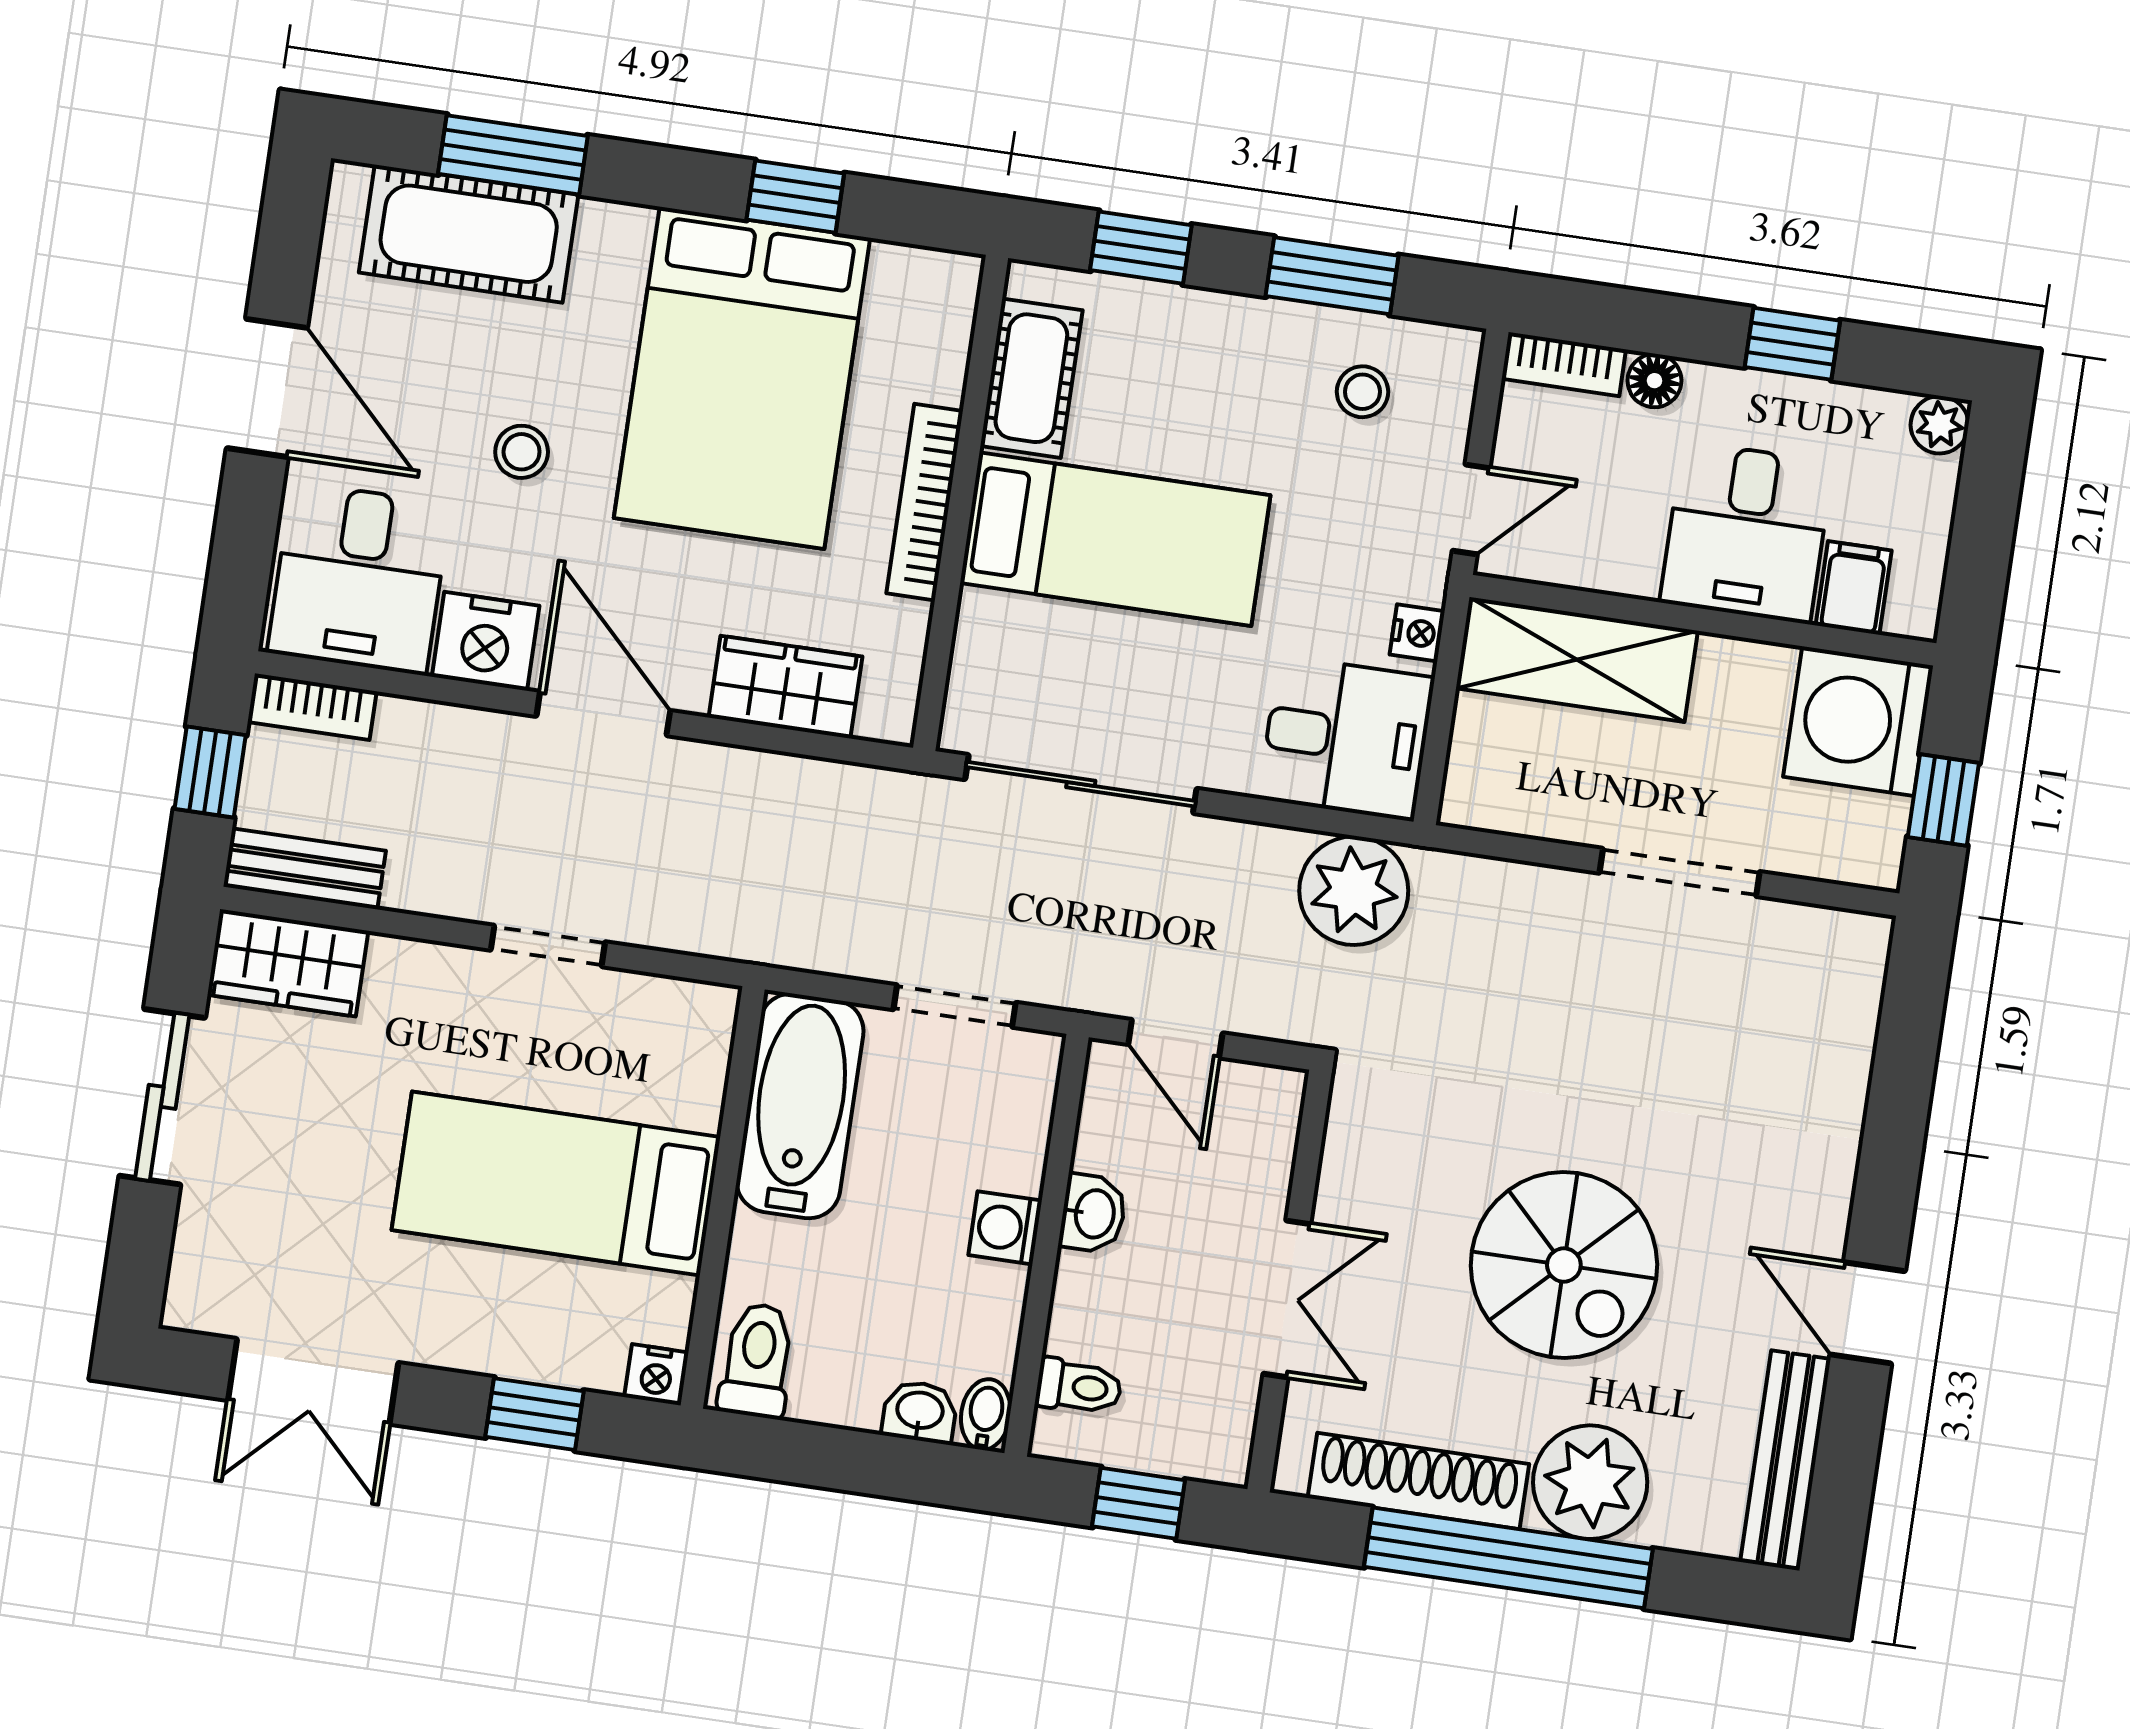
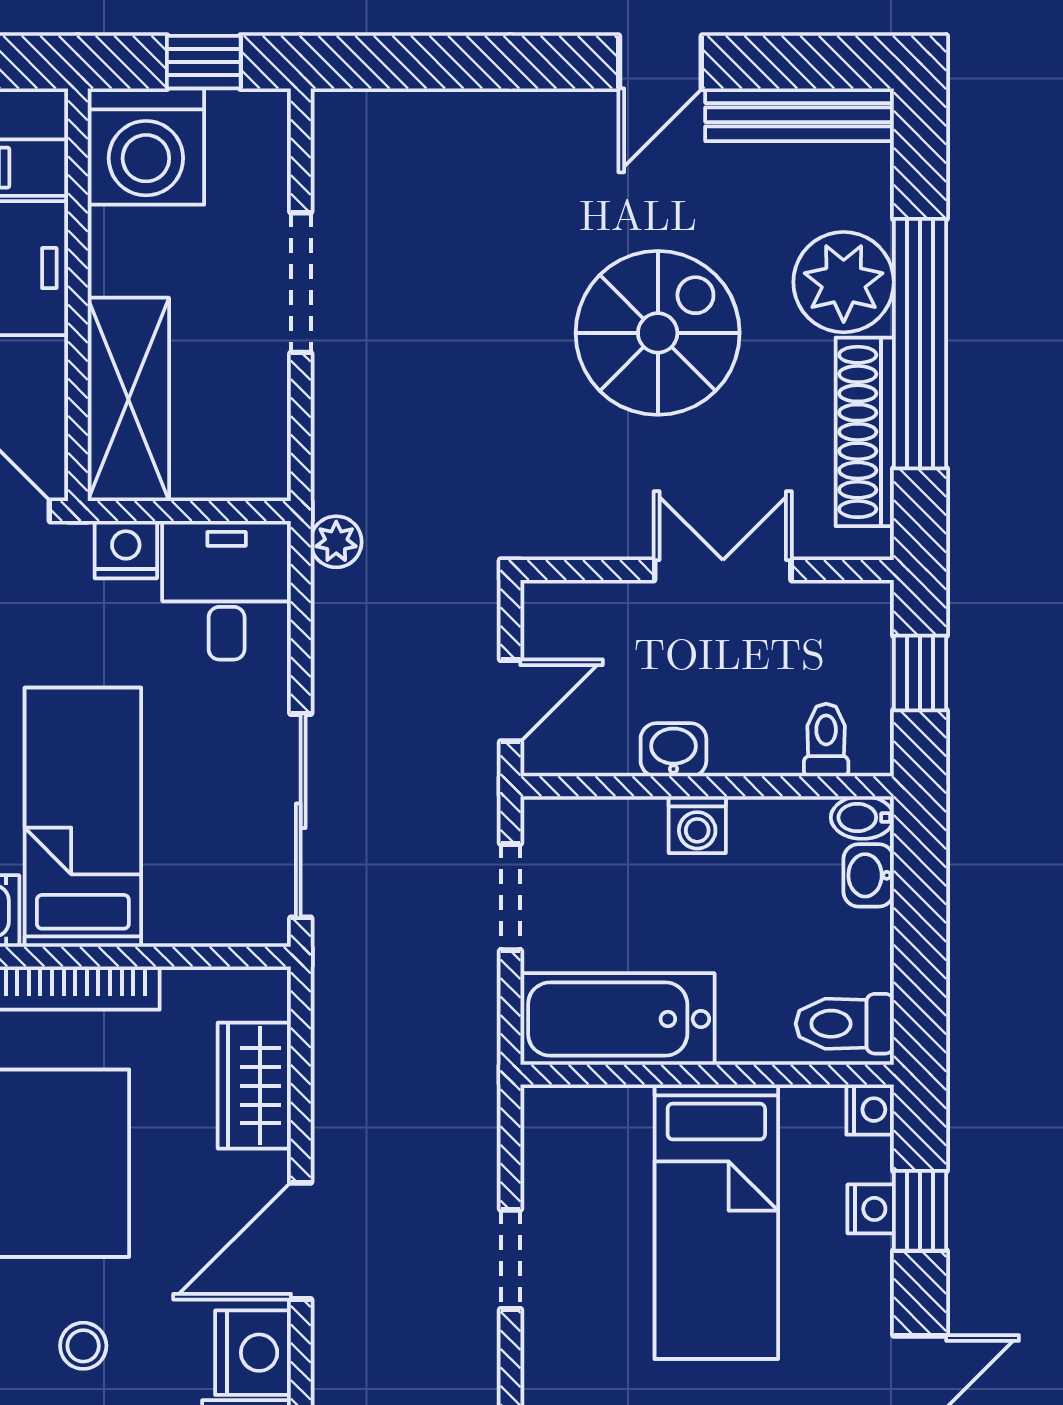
nightstand: (1417, 633) -> (126, 550), width x1.39, depth x1.35
plant: (1354, 891) -> (336, 542), width x0.53, depth x0.53
nightstand: (545, 1359) -> (871, 1209), added

